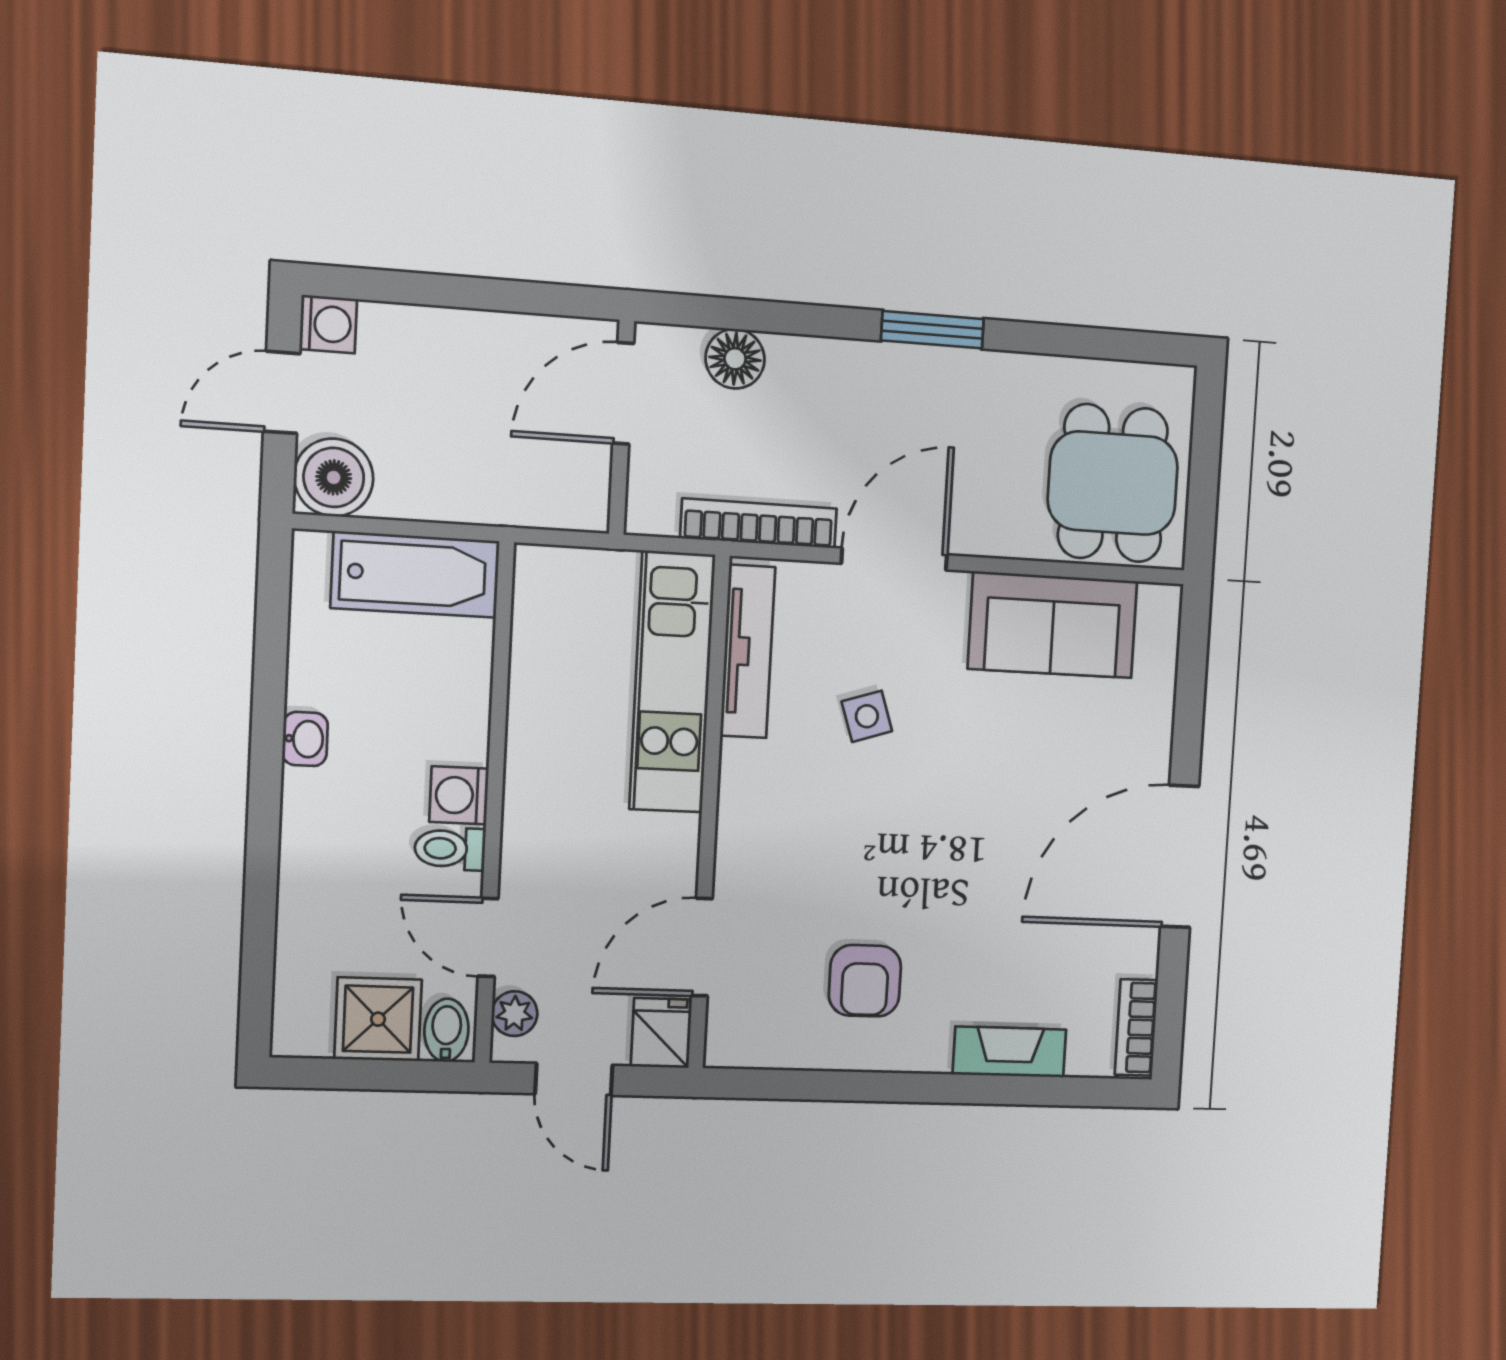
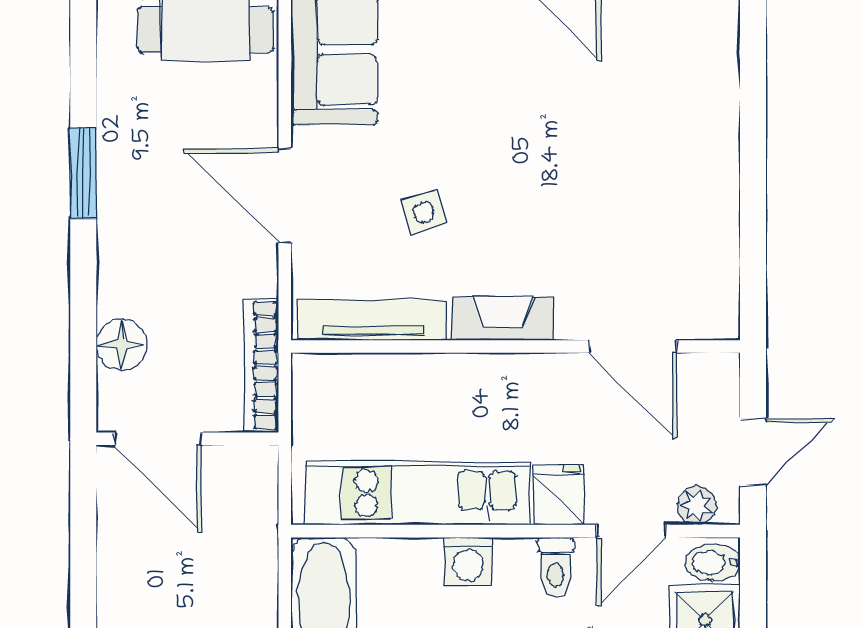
bookcase: (759, 523) -> (261, 365), moved
kitchen unit: (672, 682) -> (417, 493), moved, turned 180
washing machine: (459, 795) -> (468, 561), moved
armchair: (865, 981) -> (658, 201), removed
fridge: (661, 1033) -> (559, 495), moved, turned 90
fireplace: (1009, 1052) -> (502, 319), moved, turned 90

